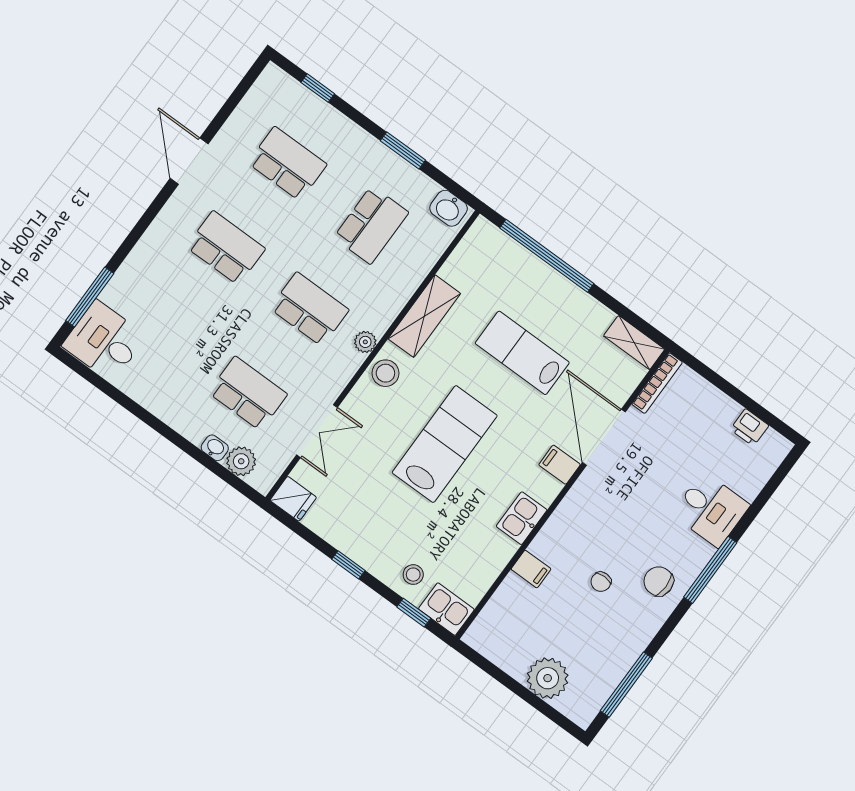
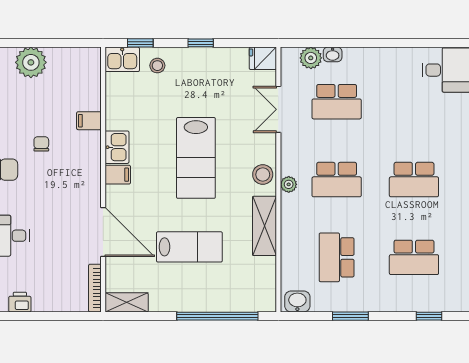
filing cabinet: (560, 465) -> (118, 175), moved

